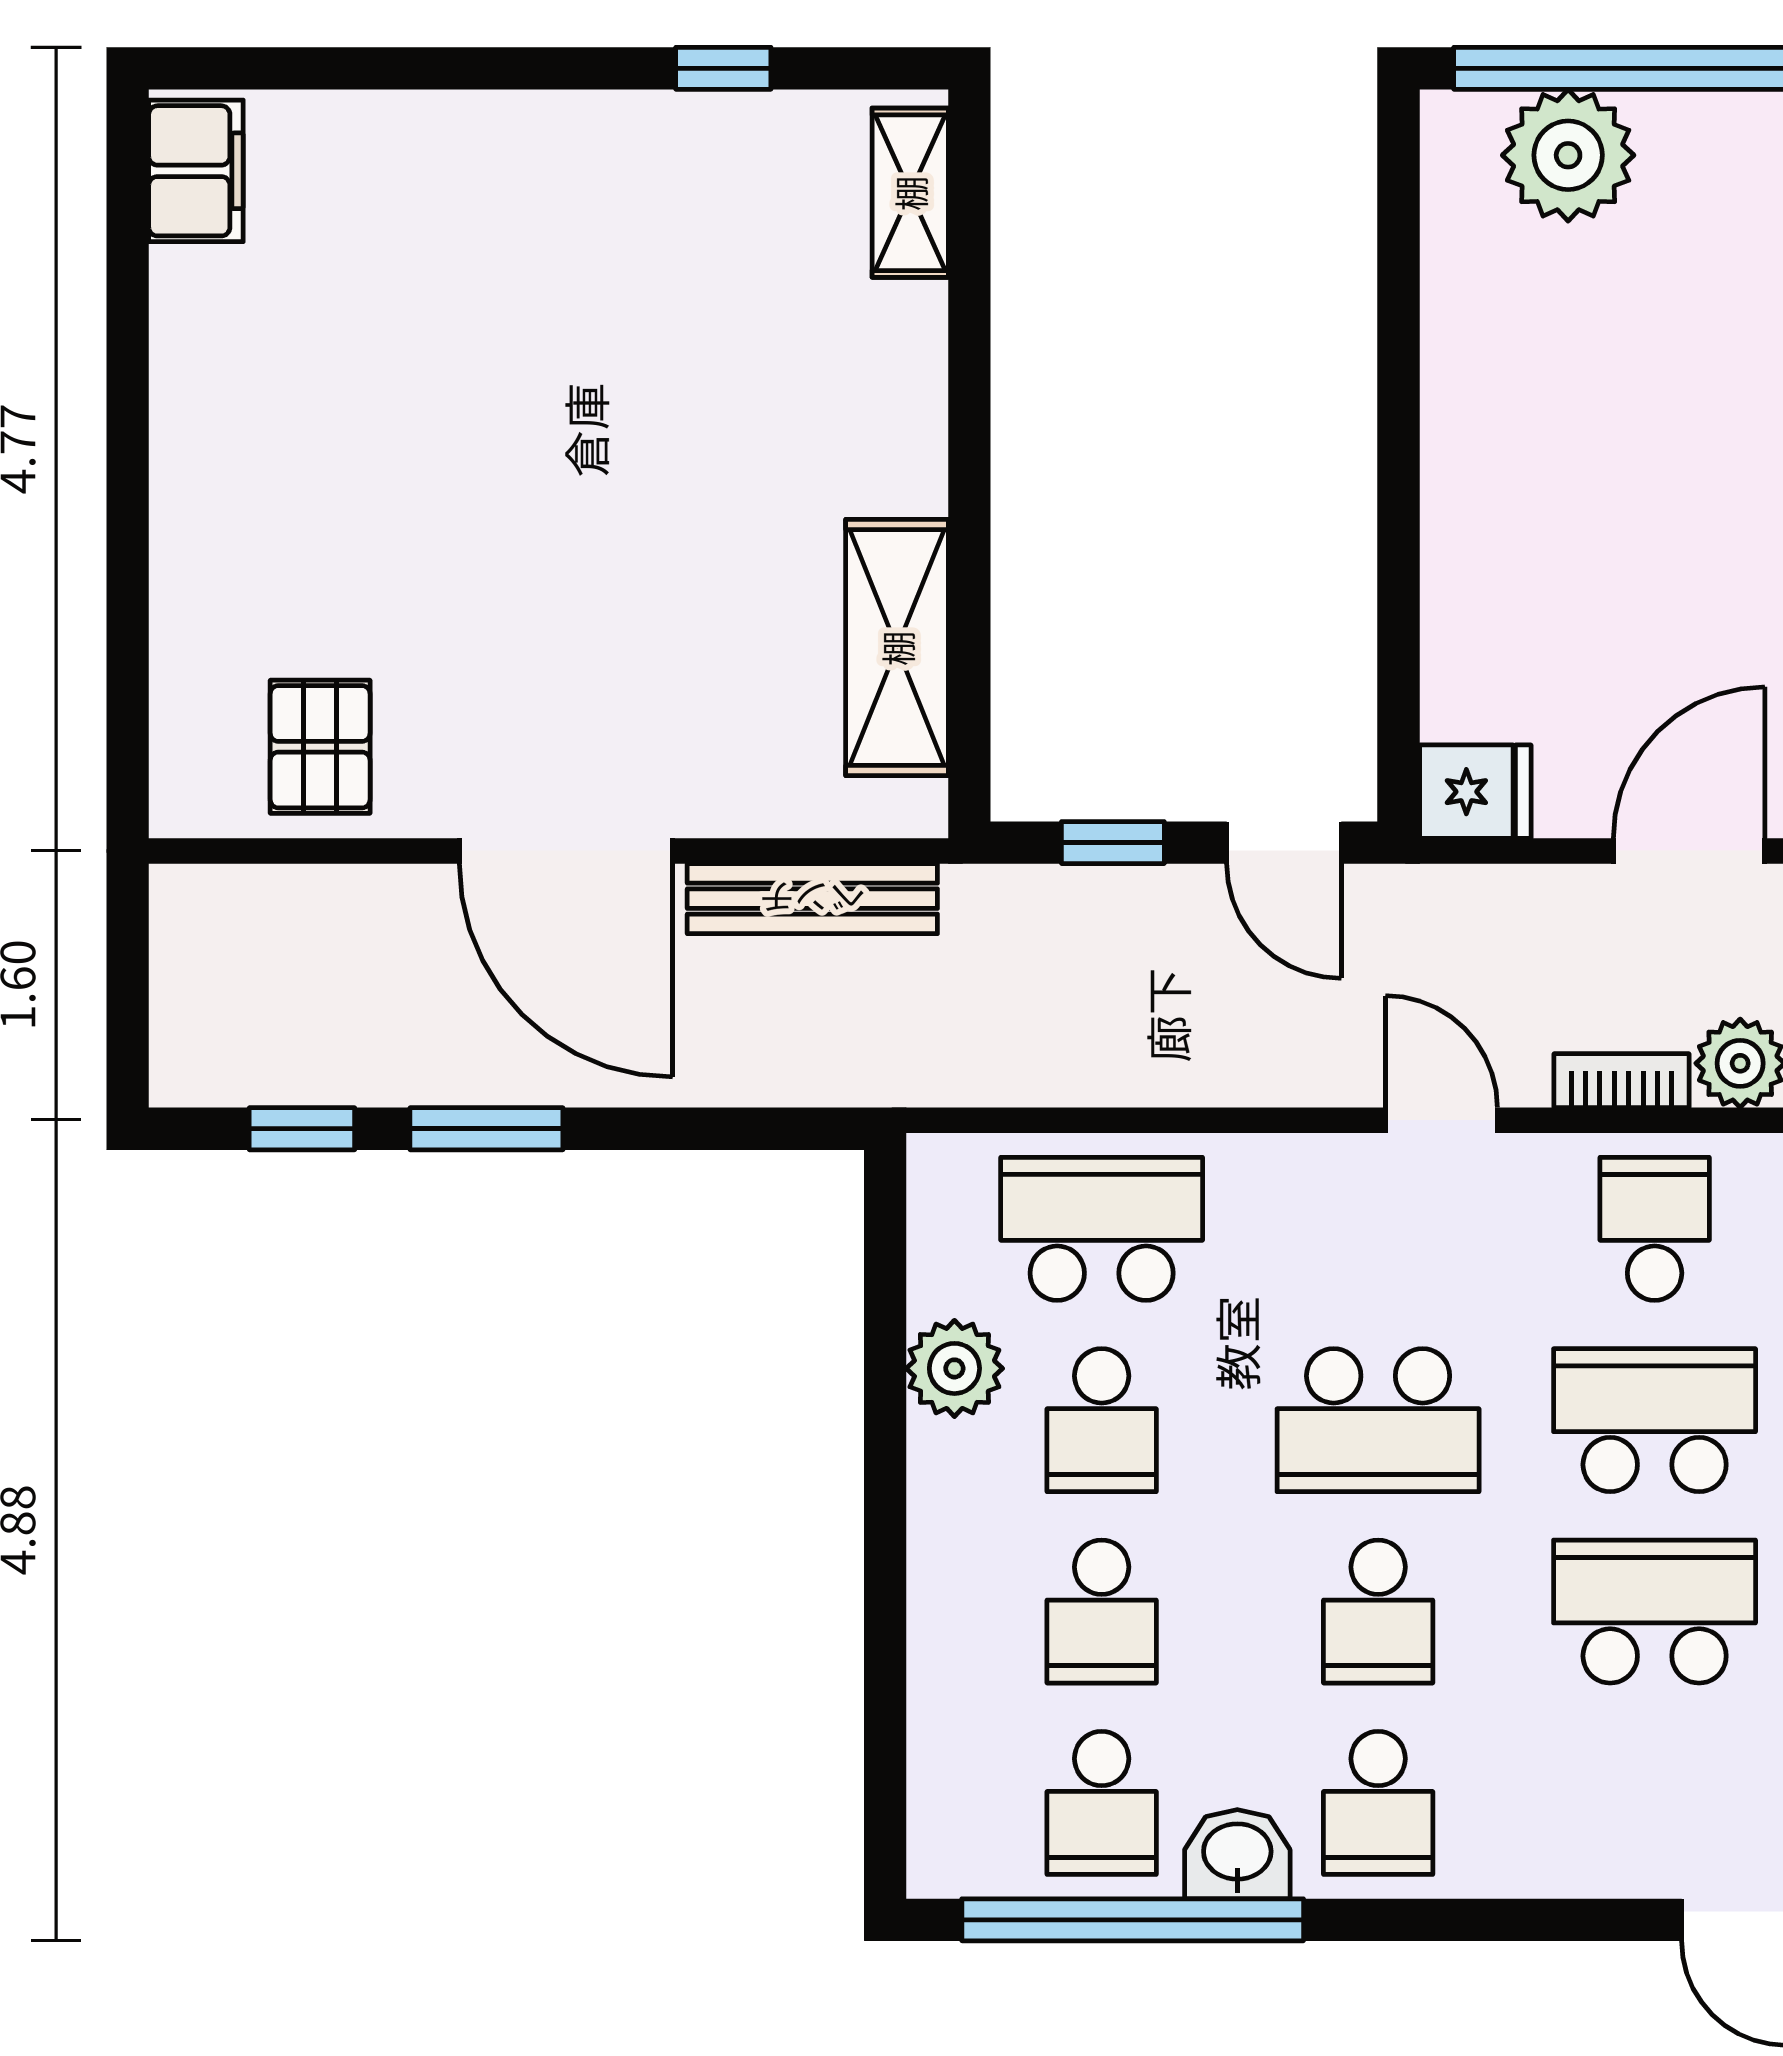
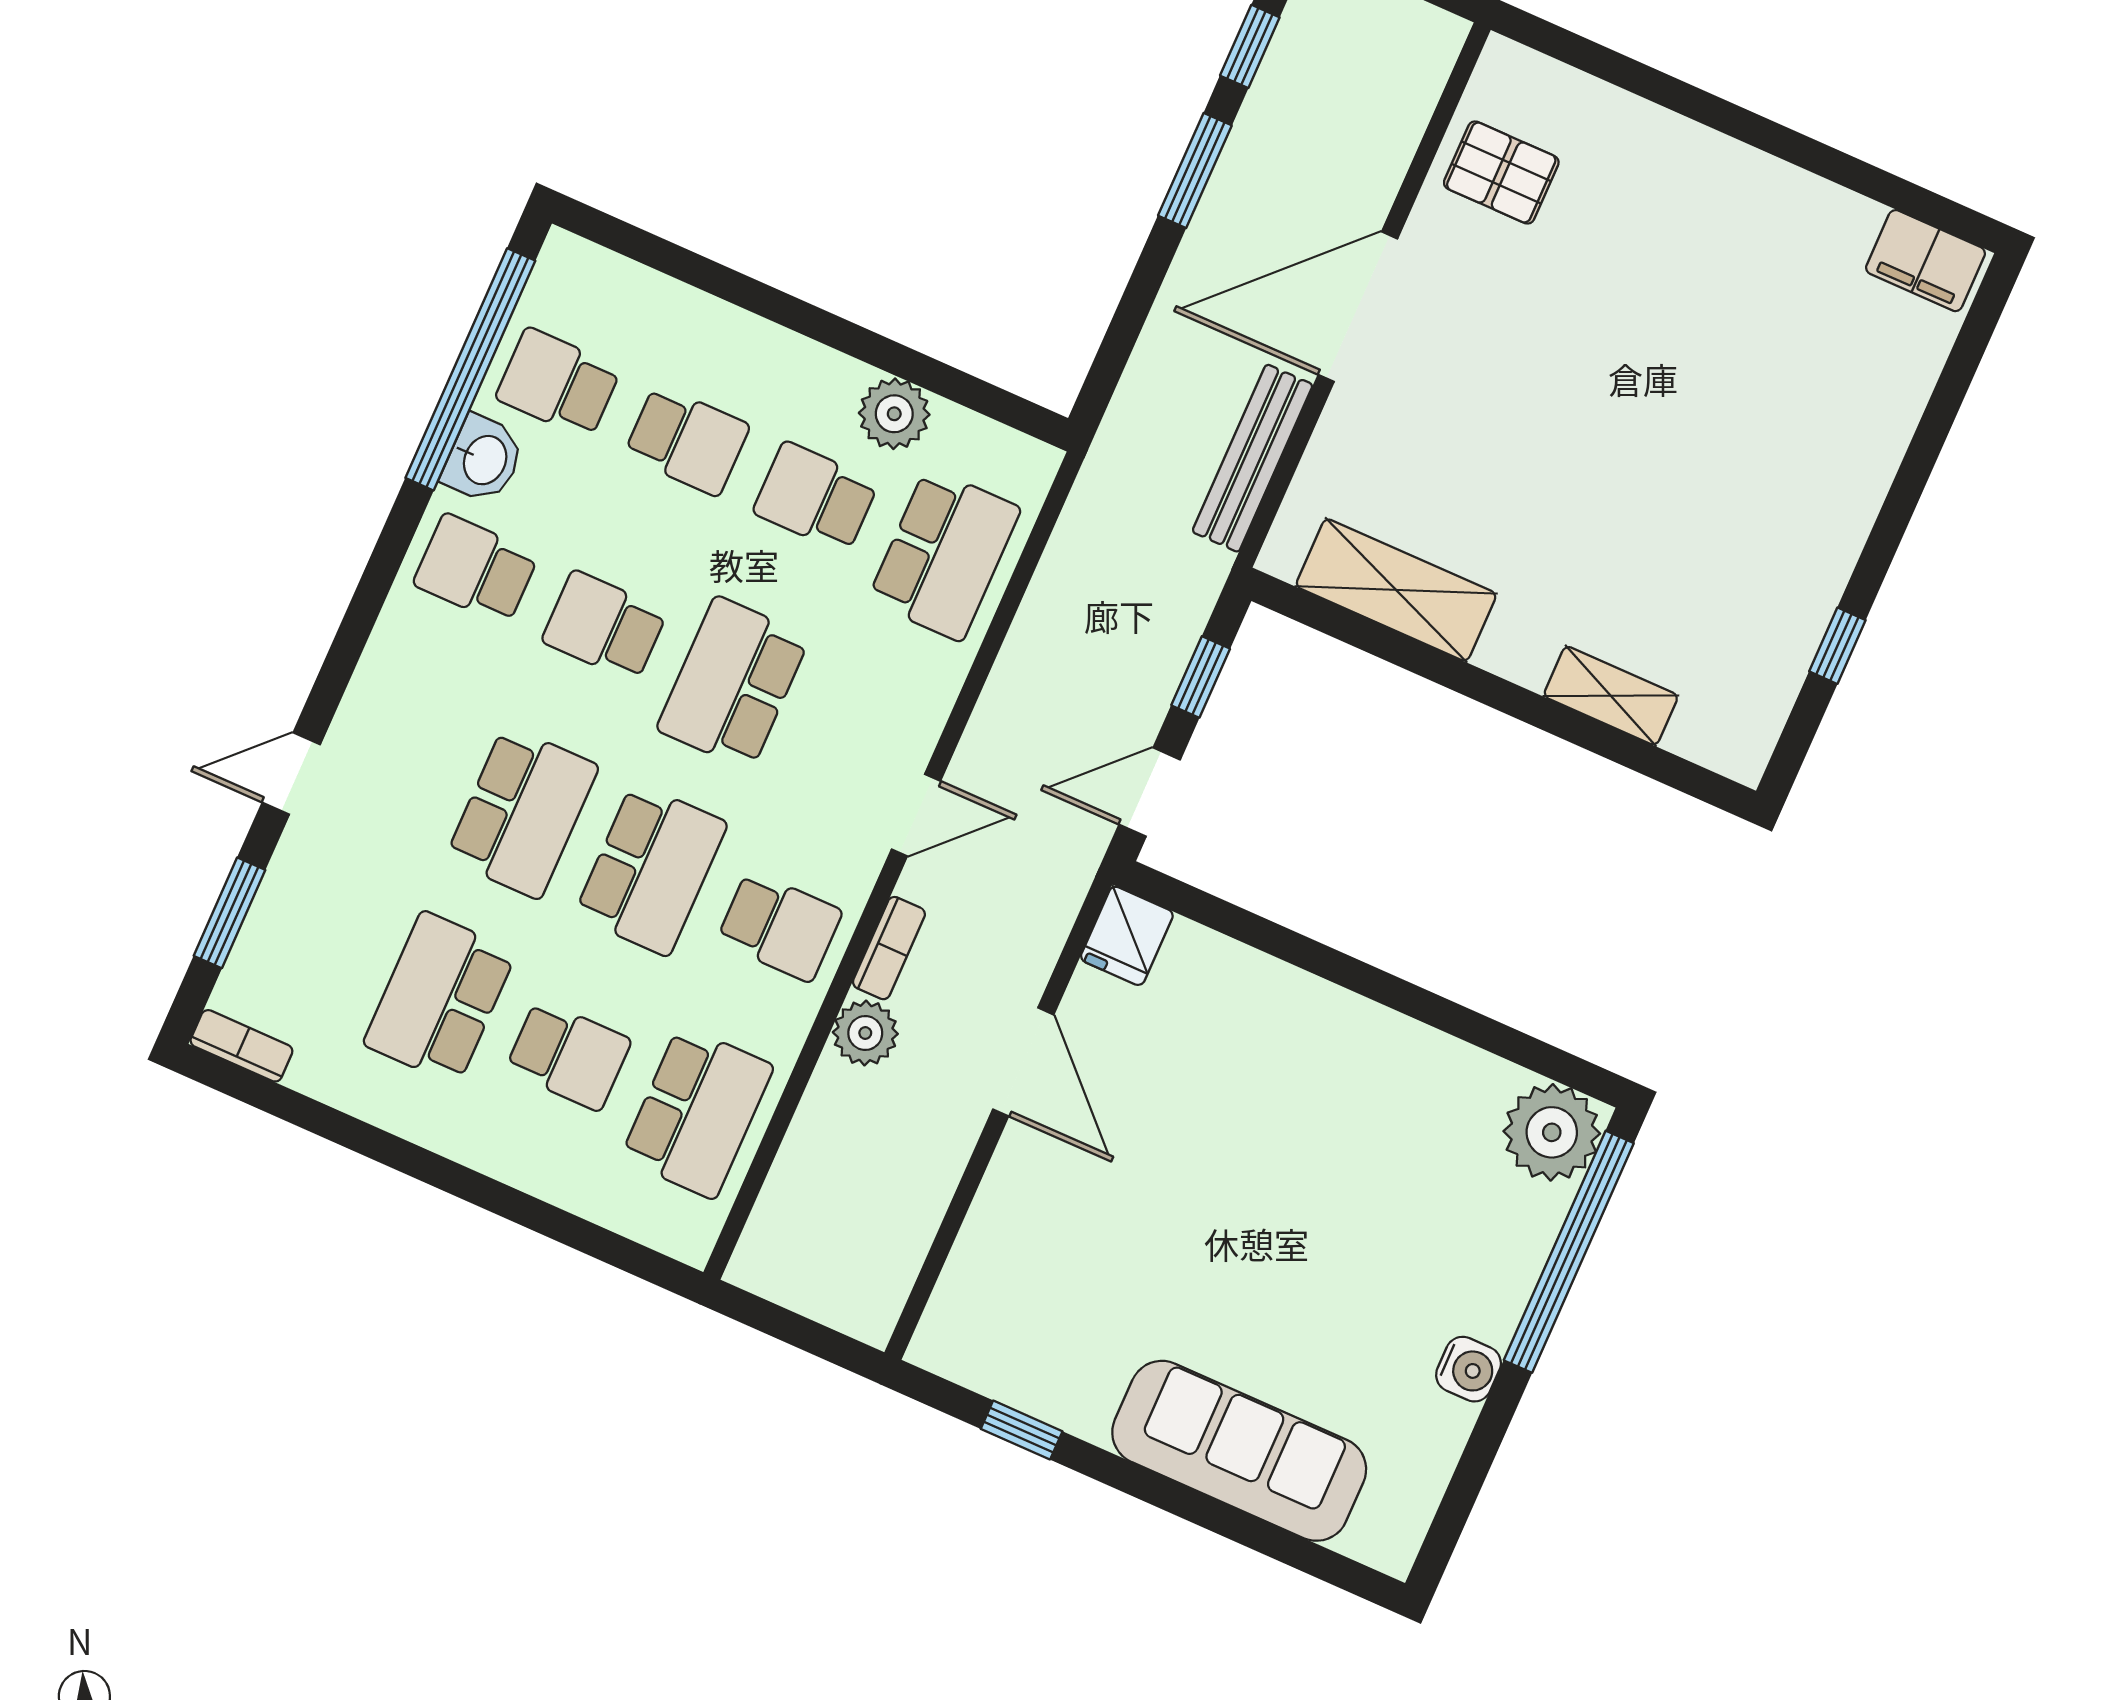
plant: (1568, 155) -> (1552, 1132), moved
shelving: (910, 193) -> (1611, 696), moved
school desk: (1102, 1612) -> (687, 440), turned 180

